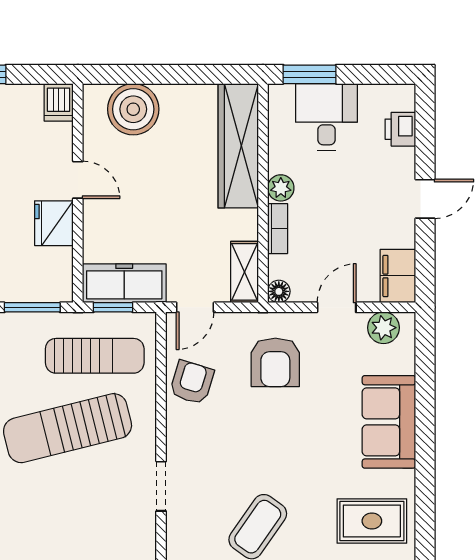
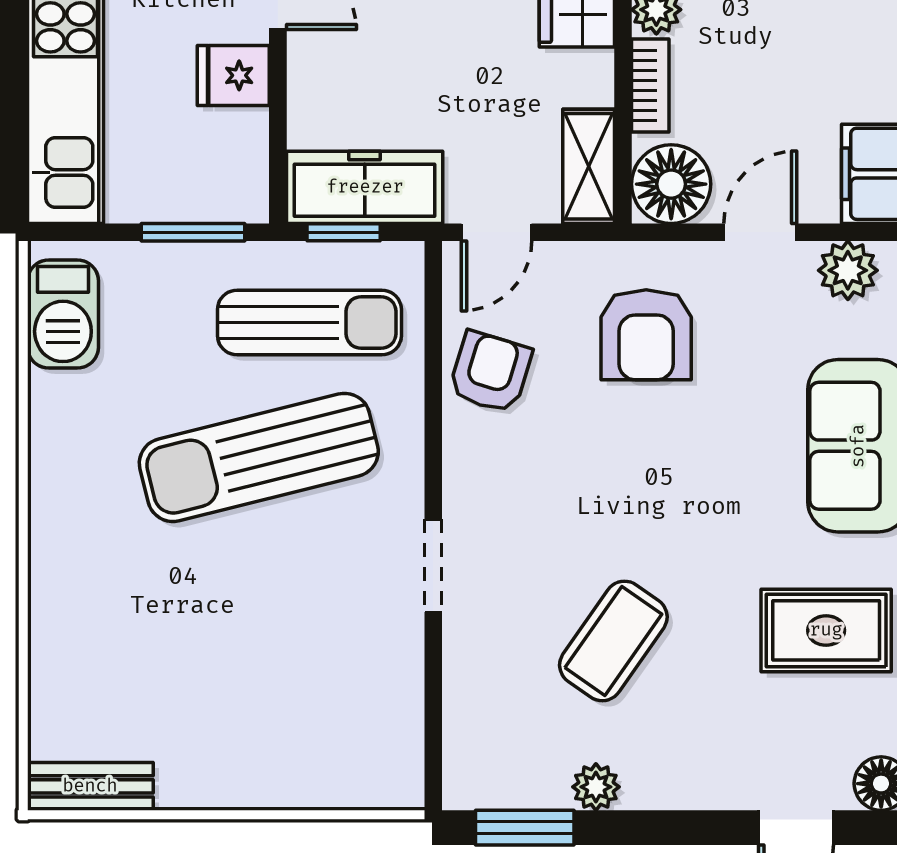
fridge: (54, 223) -> (233, 75), width x0.72
floor lamp: (279, 291) -> (671, 184), width x1.89, depth x1.89

